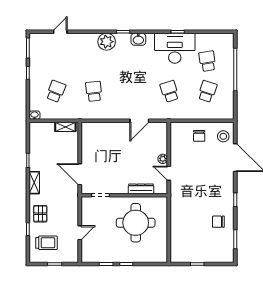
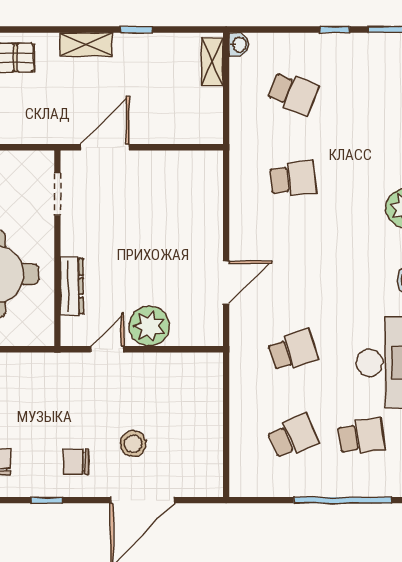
school desk: (207, 91) -> (293, 437), turned -42
door: (139, 121) -> (226, 282), swing flipped
shelving: (65, 127) -> (212, 62), moved
chair: (199, 136) -> (76, 462), moved
stool: (223, 136) -> (133, 444), moved
plant: (163, 159) -> (149, 326), width x1.88, depth x1.88

